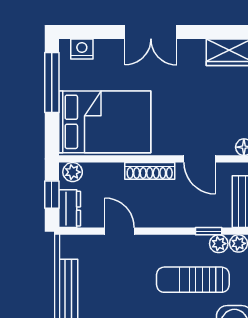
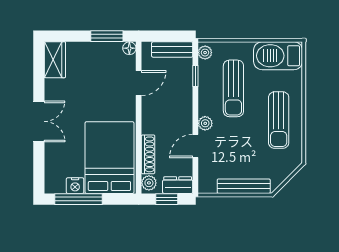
nightstand: (82, 49) -> (75, 186), moved, turned -90
shoe rack: (150, 171) -> (148, 154), moved
plant: (219, 244) -> (205, 123), moved

